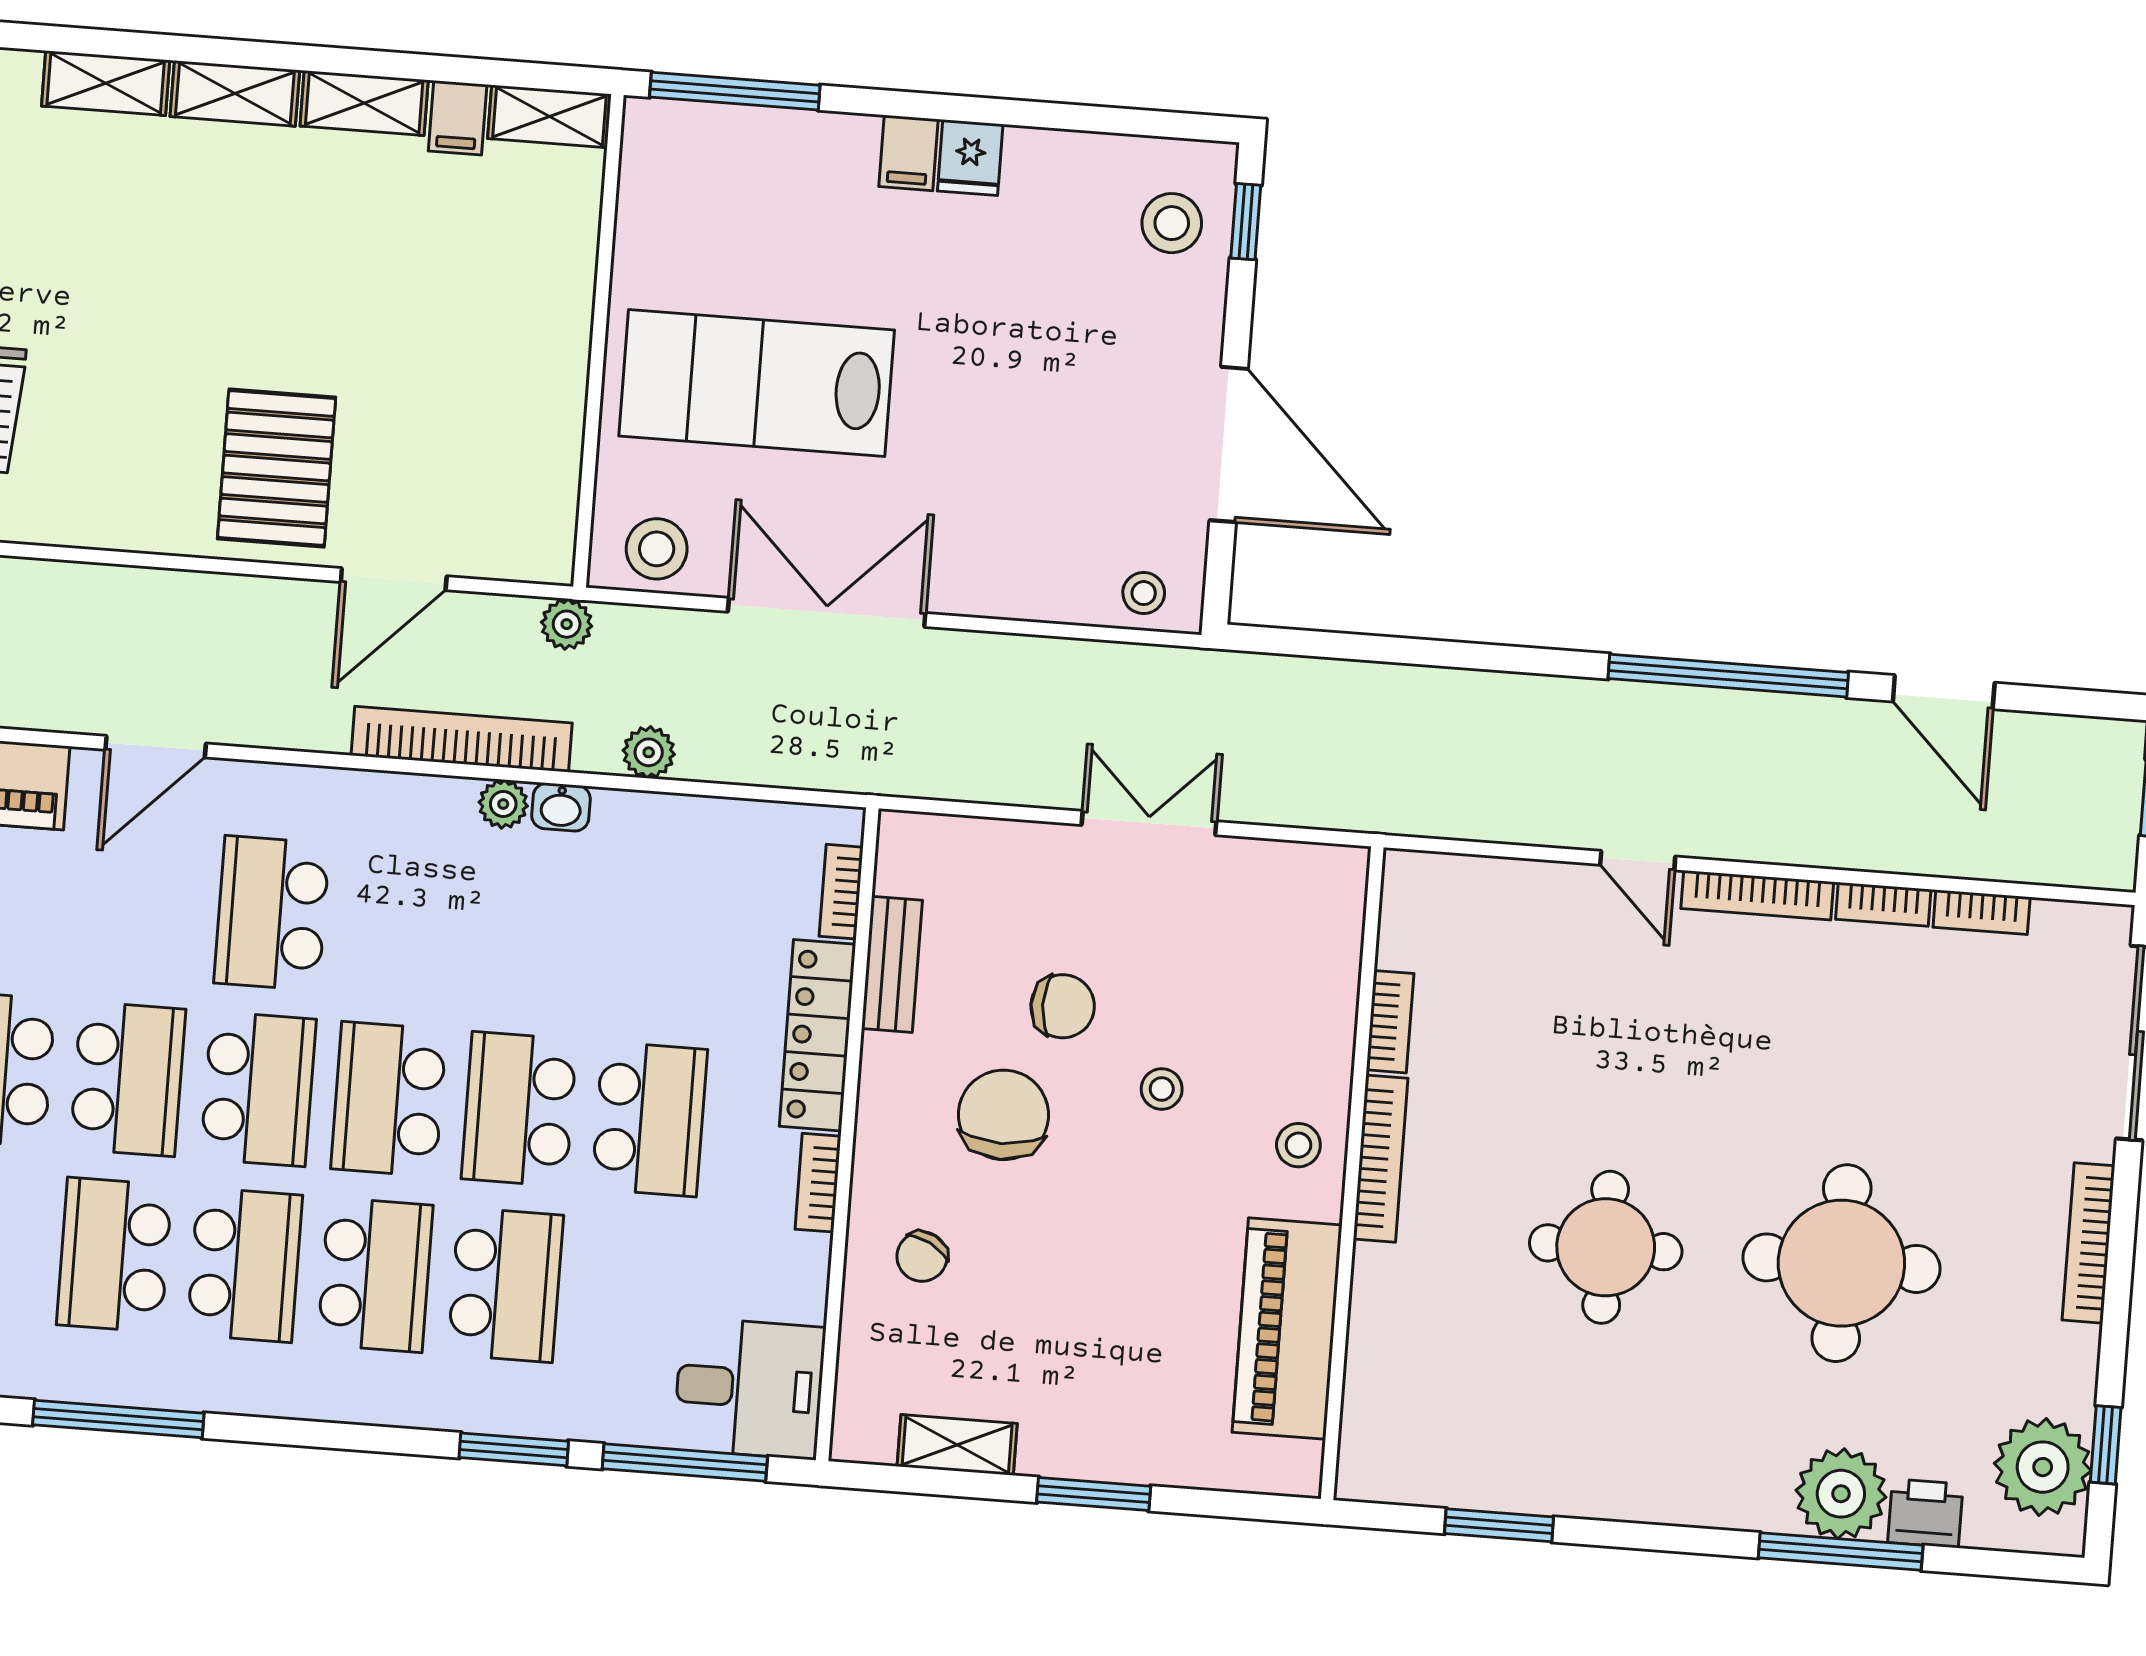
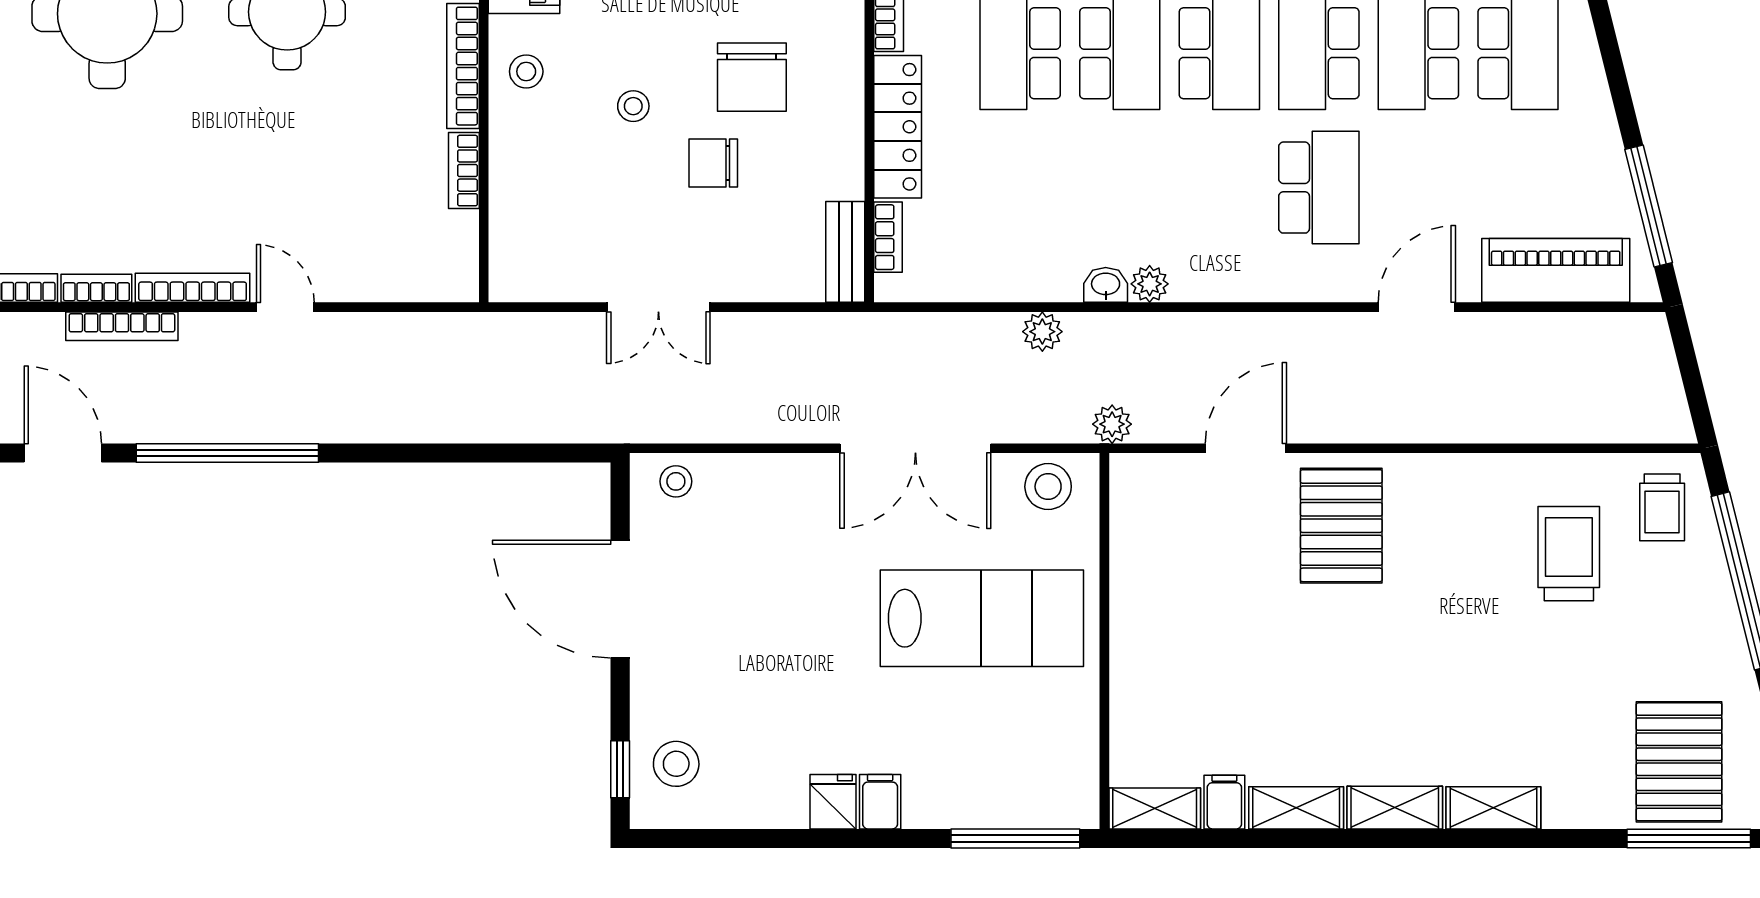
bookcase: (462, 739) -> (122, 326), moved, width x0.68, depth x0.76
bench: (892, 964) -> (845, 252), moved

